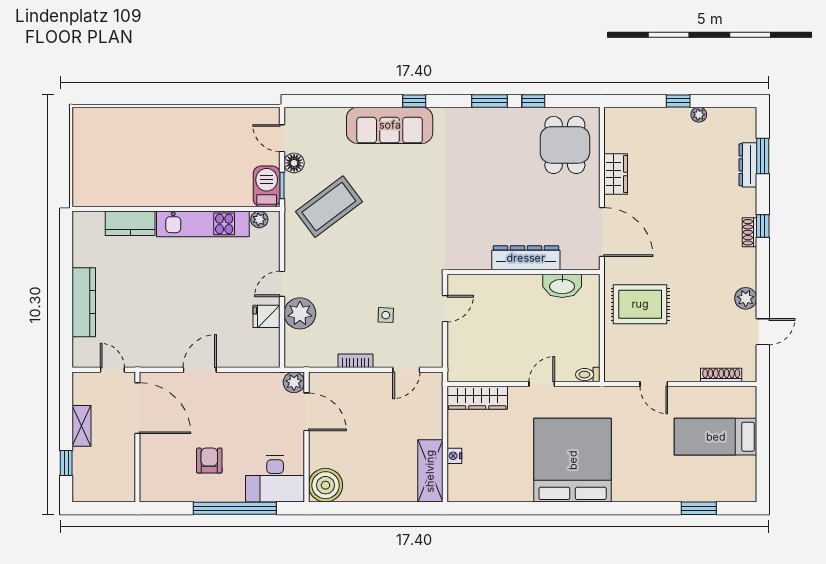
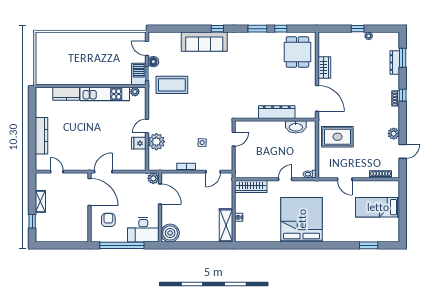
coffee table: (329, 207) -> (172, 85), turned 37
door: (137, 408) -> (90, 192), moved
wall: (137, 437) -> (90, 207), moved

